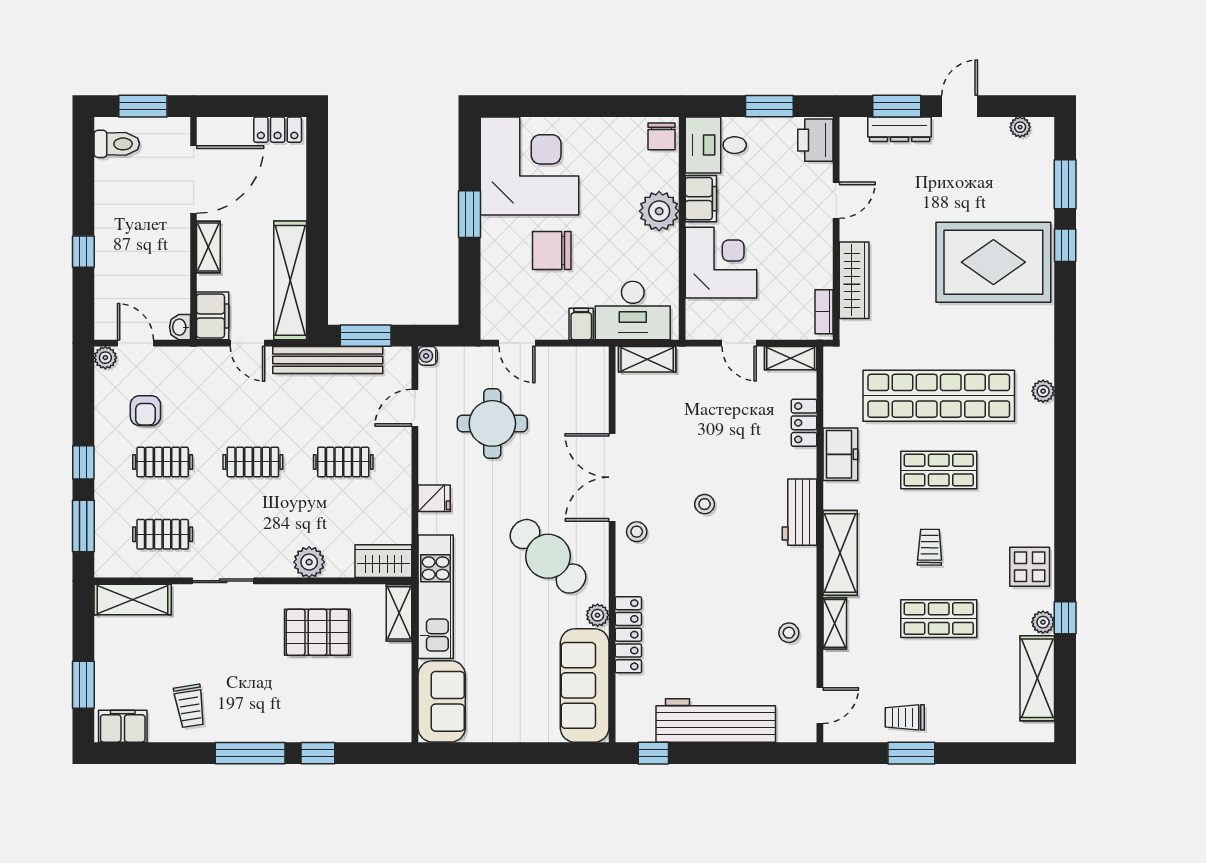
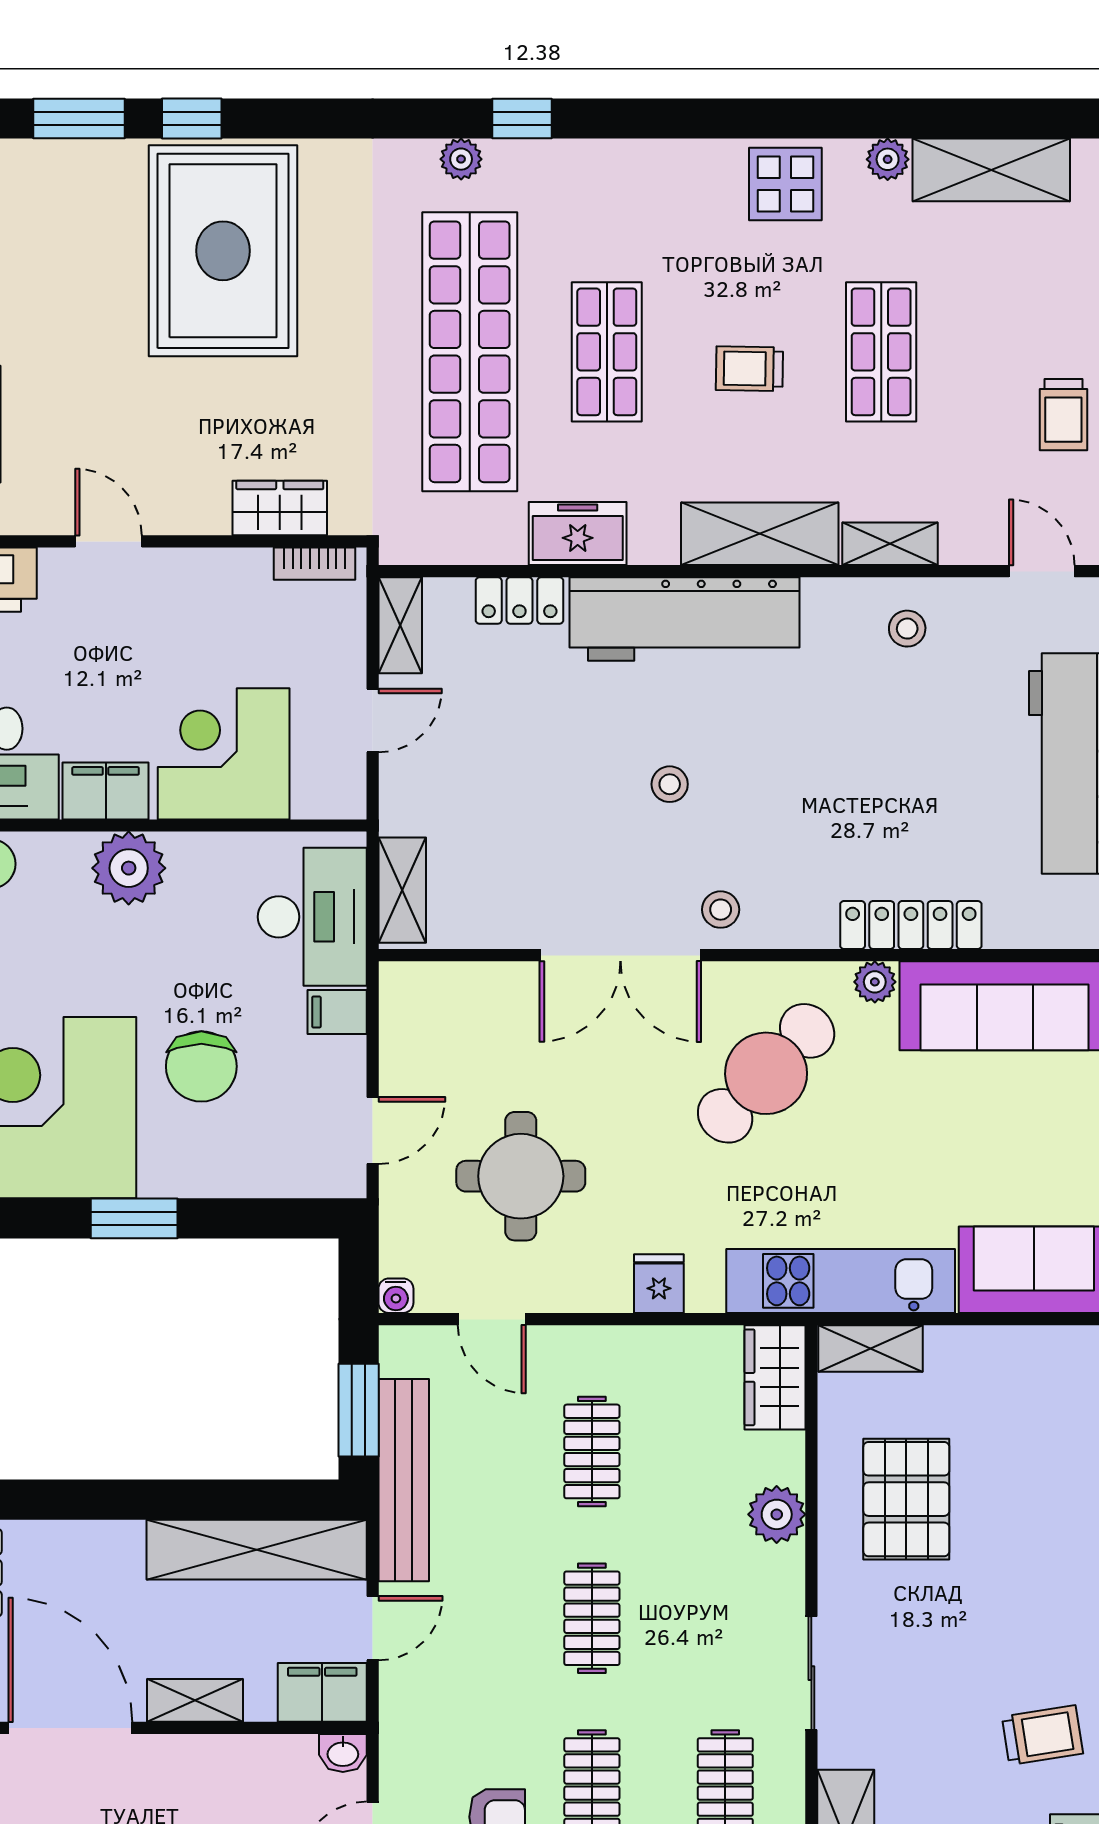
wardrobe: (854, 280) -> (280, 508), width x0.67
workbench: (800, 512) -> (685, 619), width x1.87, depth x1.32
window: (1065, 618) -> (522, 118), moved

